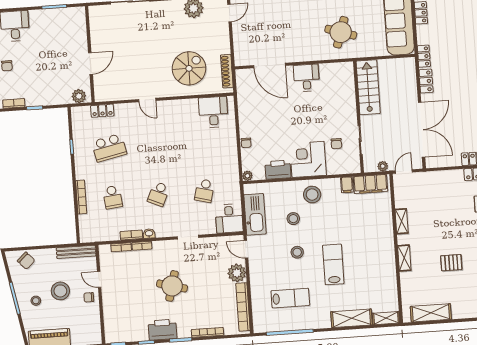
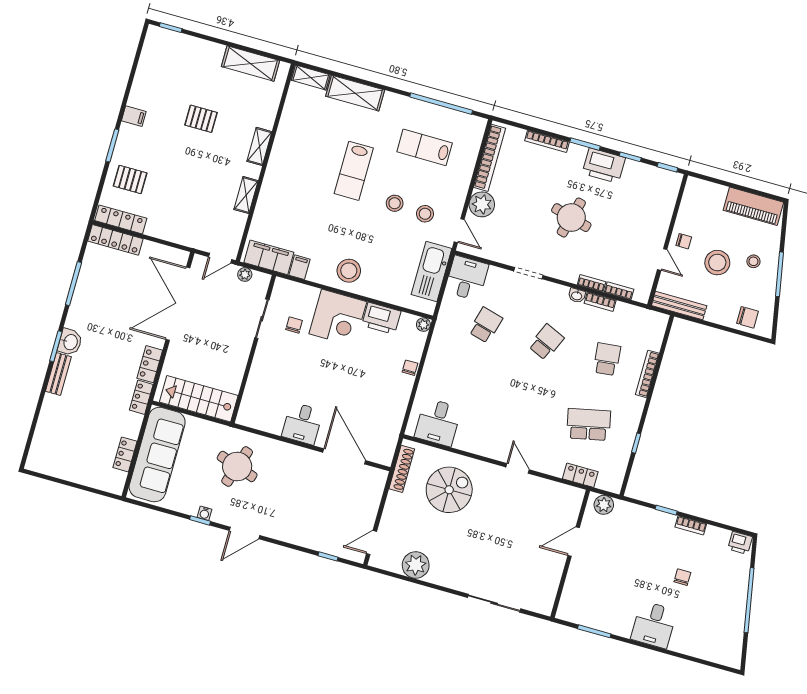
spiral stairs: (189, 68) -> (449, 490), turned 180
stairs: (368, 87) -> (199, 399), moved, turned 90
stool: (293, 219) -> (425, 214), moved
chair: (26, 261) -> (747, 317), turned 133

